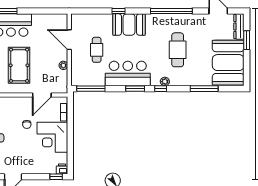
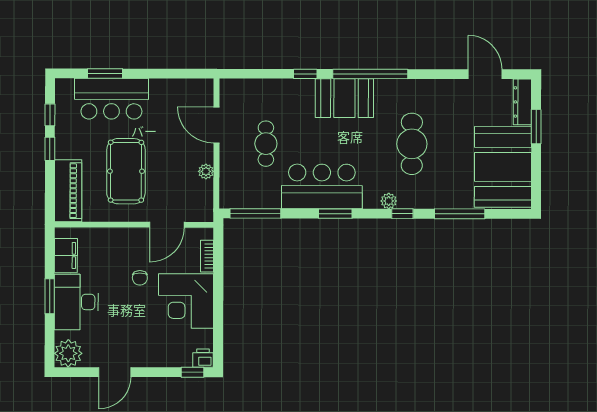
window: (171, 11) -> (370, 74), moved
booth: (129, 25) -> (344, 98), moved
window: (161, 89) -> (402, 214), moved

